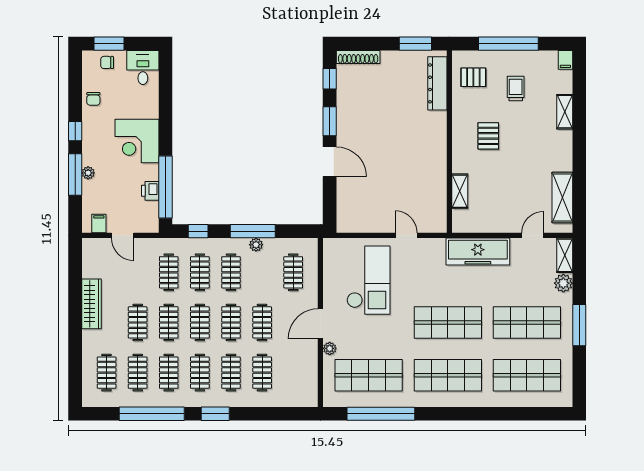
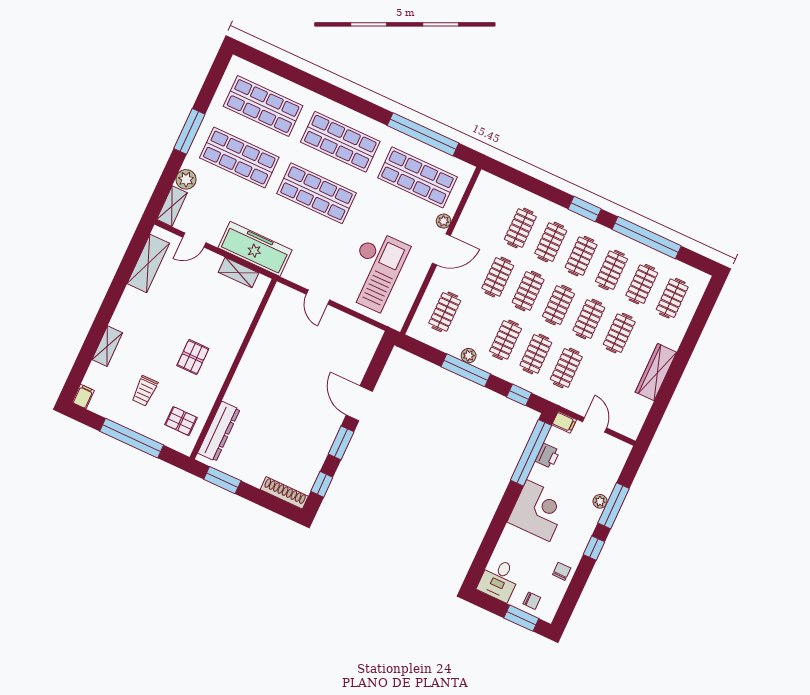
shelving: (460, 191) -> (239, 273), moved, turned 90
filing cabinet: (99, 223) -> (564, 422), moved, turned -90
checkout: (368, 280) -> (375, 270), turned 180

